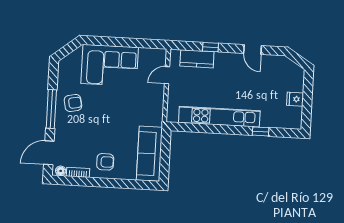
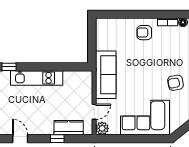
plant: (159, 56) -> (102, 128), added
kitchen unit: (219, 117) -> (37, 78), width x0.73
sofa: (149, 154) -> (106, 75), moved

